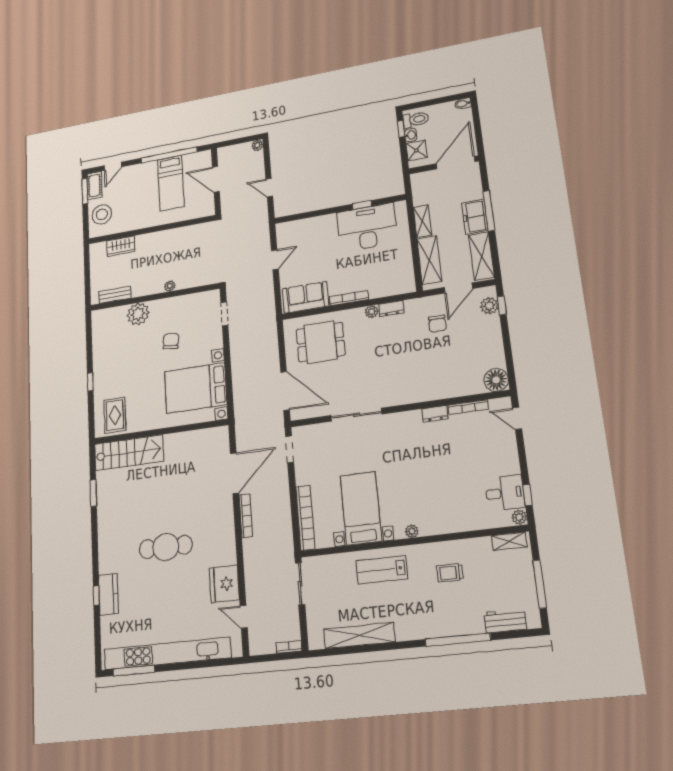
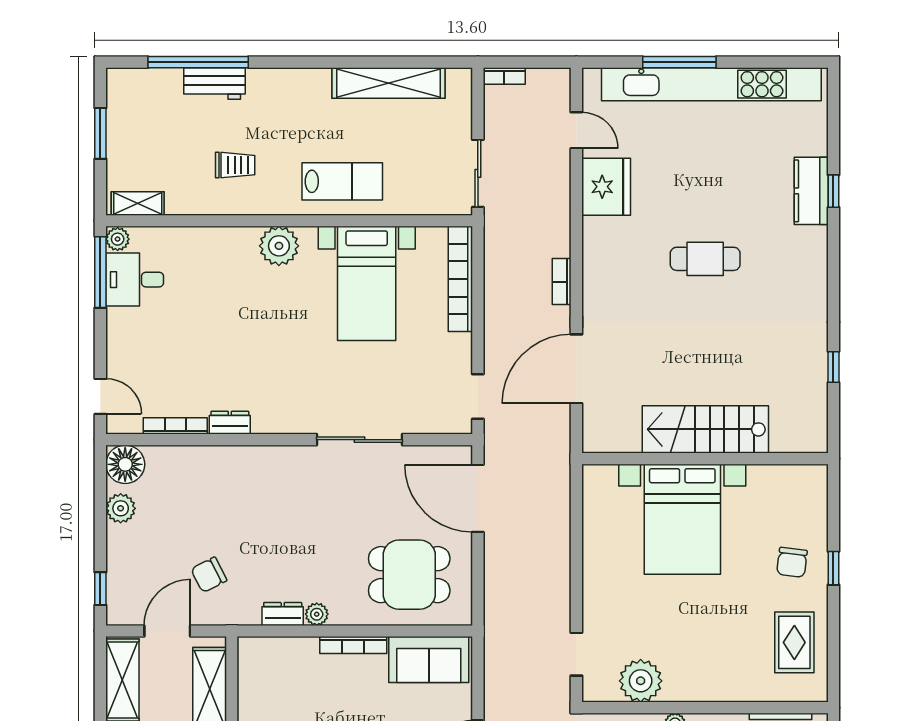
plant: (489, 306) -> (121, 508), moved
plant: (138, 314) -> (641, 681), moved
chair: (437, 324) -> (209, 575), turned -117
chair: (171, 341) -> (792, 562), moved
bed with nightstands: (196, 388) -> (682, 519), moved, turned 90
rug: (115, 415) -> (794, 642), moved
stairs: (129, 453) -> (705, 429), moved
window: (93, 493) -> (833, 367), width x0.67
window: (527, 495) -> (100, 272), width x2.17
bookcase: (246, 516) -> (562, 282), width x0.64
plant: (412, 531) -> (279, 246), width x1.88, depth x1.88
cafe table: (166, 547) -> (705, 259), width x0.73, depth x0.74
window: (540, 584) -> (100, 133), width x0.69
workbench: (505, 621) -> (215, 83), moved
window: (458, 640) -> (198, 62), moved
window: (134, 671) -> (679, 62), moved

